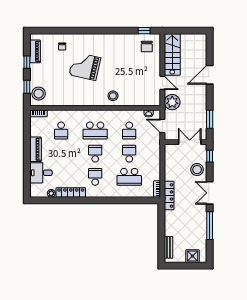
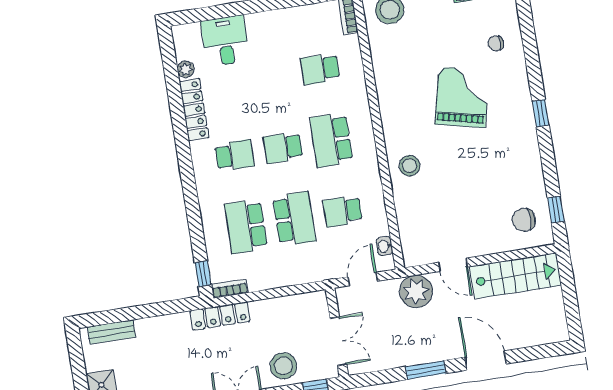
window: (98, 31) -> (541, 113), added
door: (162, 83) -> (453, 265), hinge flipped
window: (210, 119) -> (426, 370), moved
piano: (35, 149) -> (272, 22), removed
school desk: (95, 154) -> (283, 148), turned 180
school desk: (129, 154) -> (294, 219), width x1.85
window: (148, 200) -> (203, 274), added

